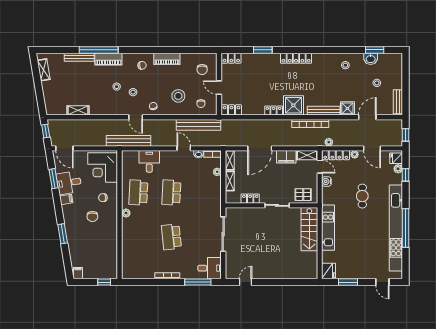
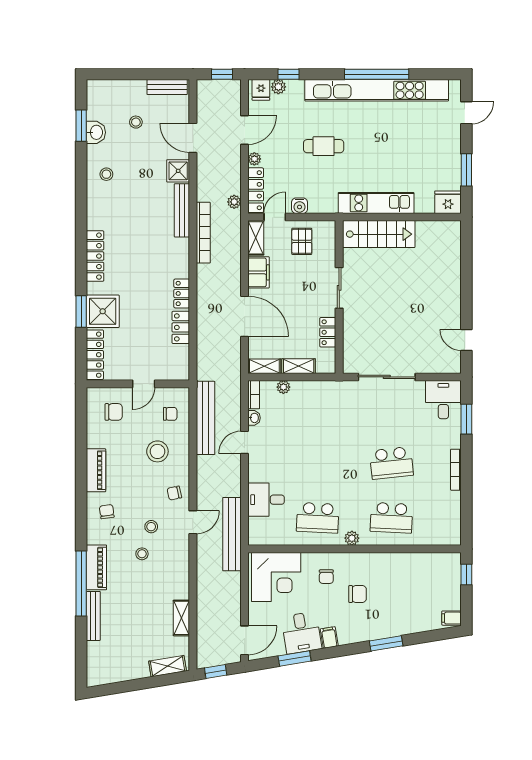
locker: (231, 58) -> (95, 355), width x1.53
shelving: (44, 70) -> (168, 666), moved
shower: (293, 105) -> (103, 311), moved
locker: (232, 110) -> (181, 327), moved
school desk: (171, 193) -> (391, 518), moved
pallet: (303, 195) -> (302, 241), moved
window: (198, 282) -> (466, 419), width x0.69

